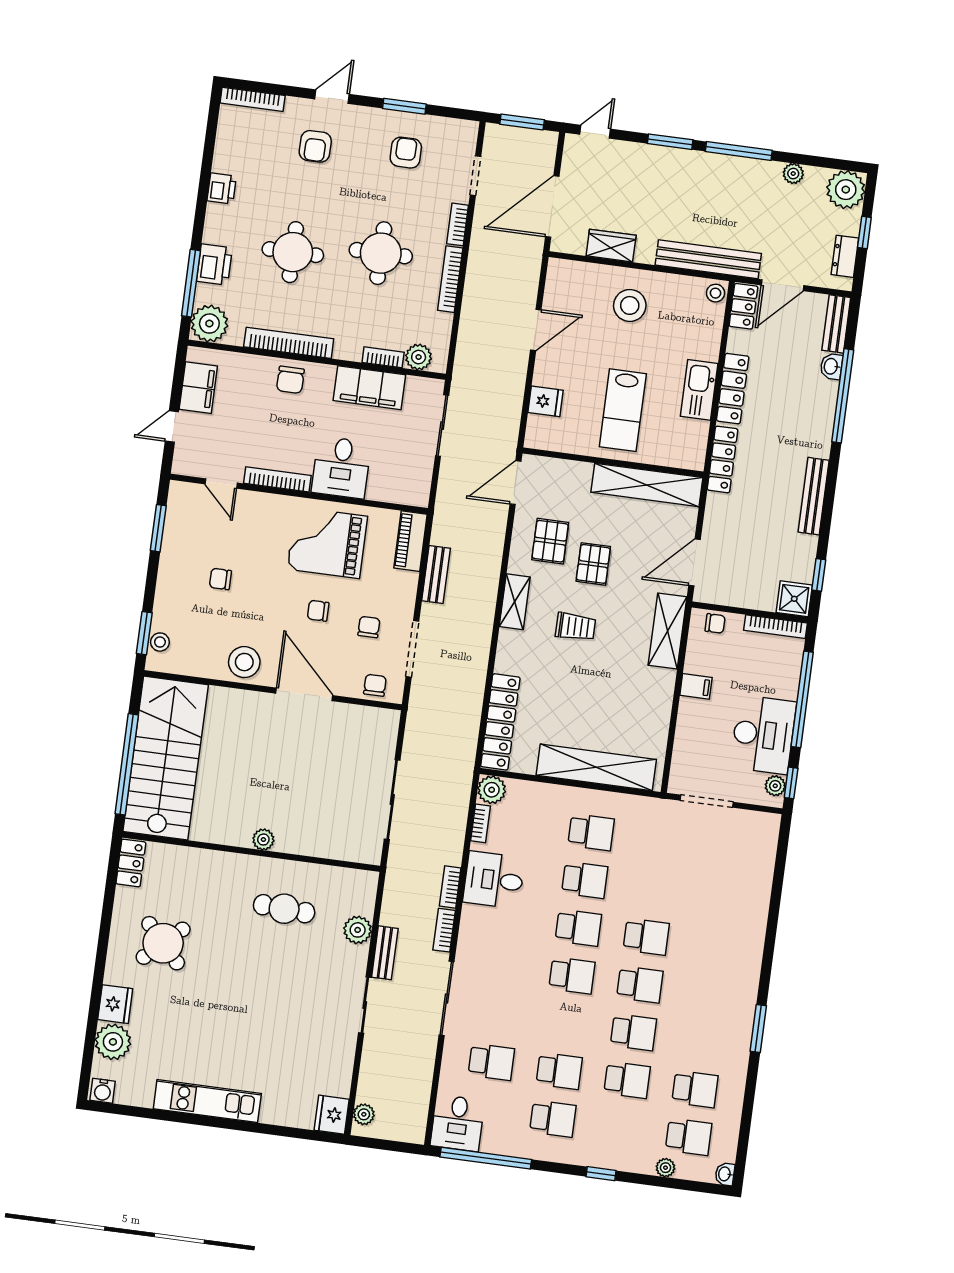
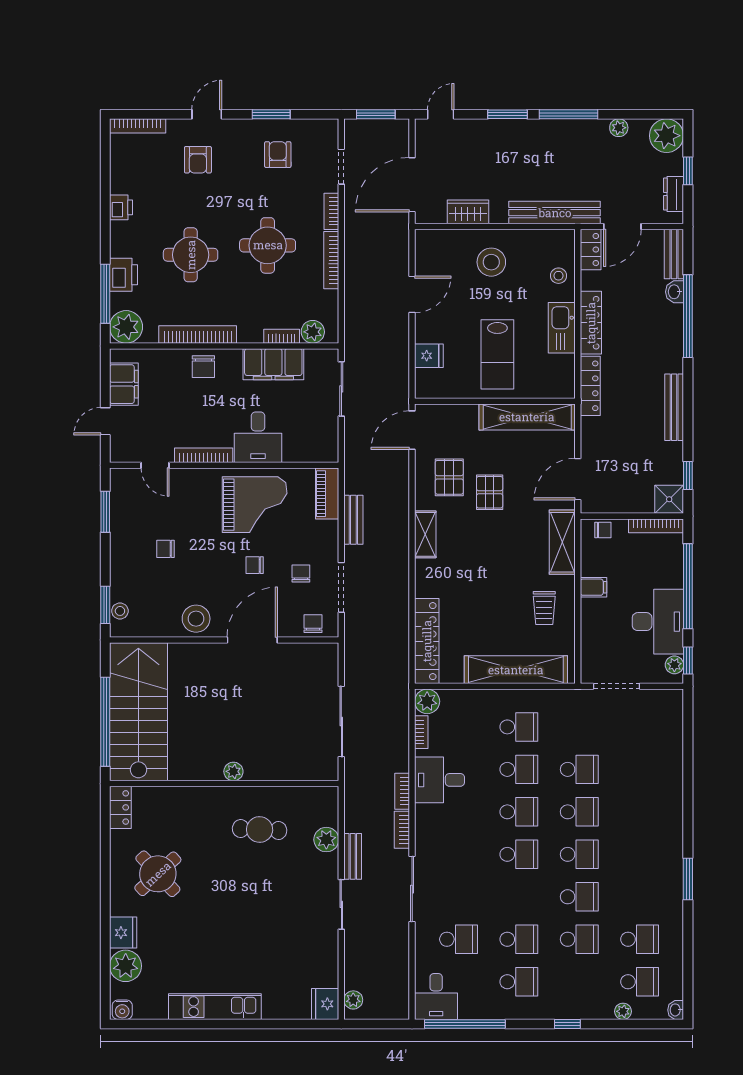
stool: (715, 293) -> (558, 276), moved
grand piano: (327, 543) -> (255, 505), turned 180
trolley: (576, 627) -> (544, 608), moved, turned 90
door: (304, 694) -> (252, 640), hinge flipped
school desk: (653, 889) -> (579, 769), added

